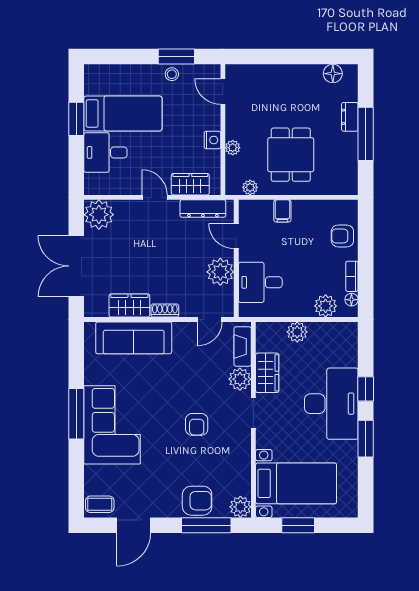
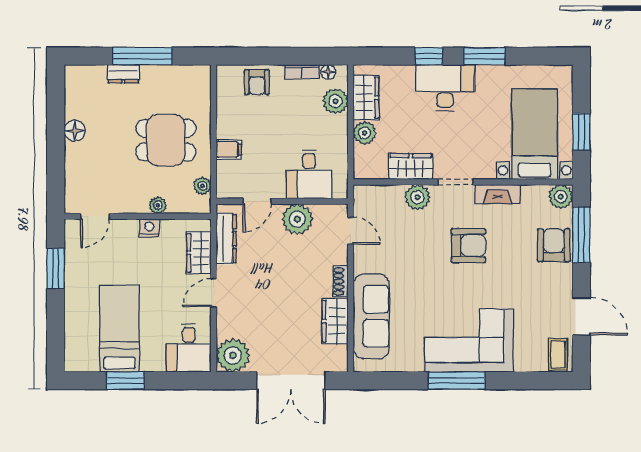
stool: (172, 74) -> (75, 274), removed
floor lamp: (333, 74) -> (75, 131), moved
desk: (105, 152) -> (189, 348), moved
wardrobe: (329, 333) -> (366, 98), added
fireplace: (243, 347) -> (498, 194), moved
desk: (331, 404) -> (445, 88), width x0.73, depth x0.77
armchair: (197, 424) -> (468, 246), width x1.38, depth x1.38

